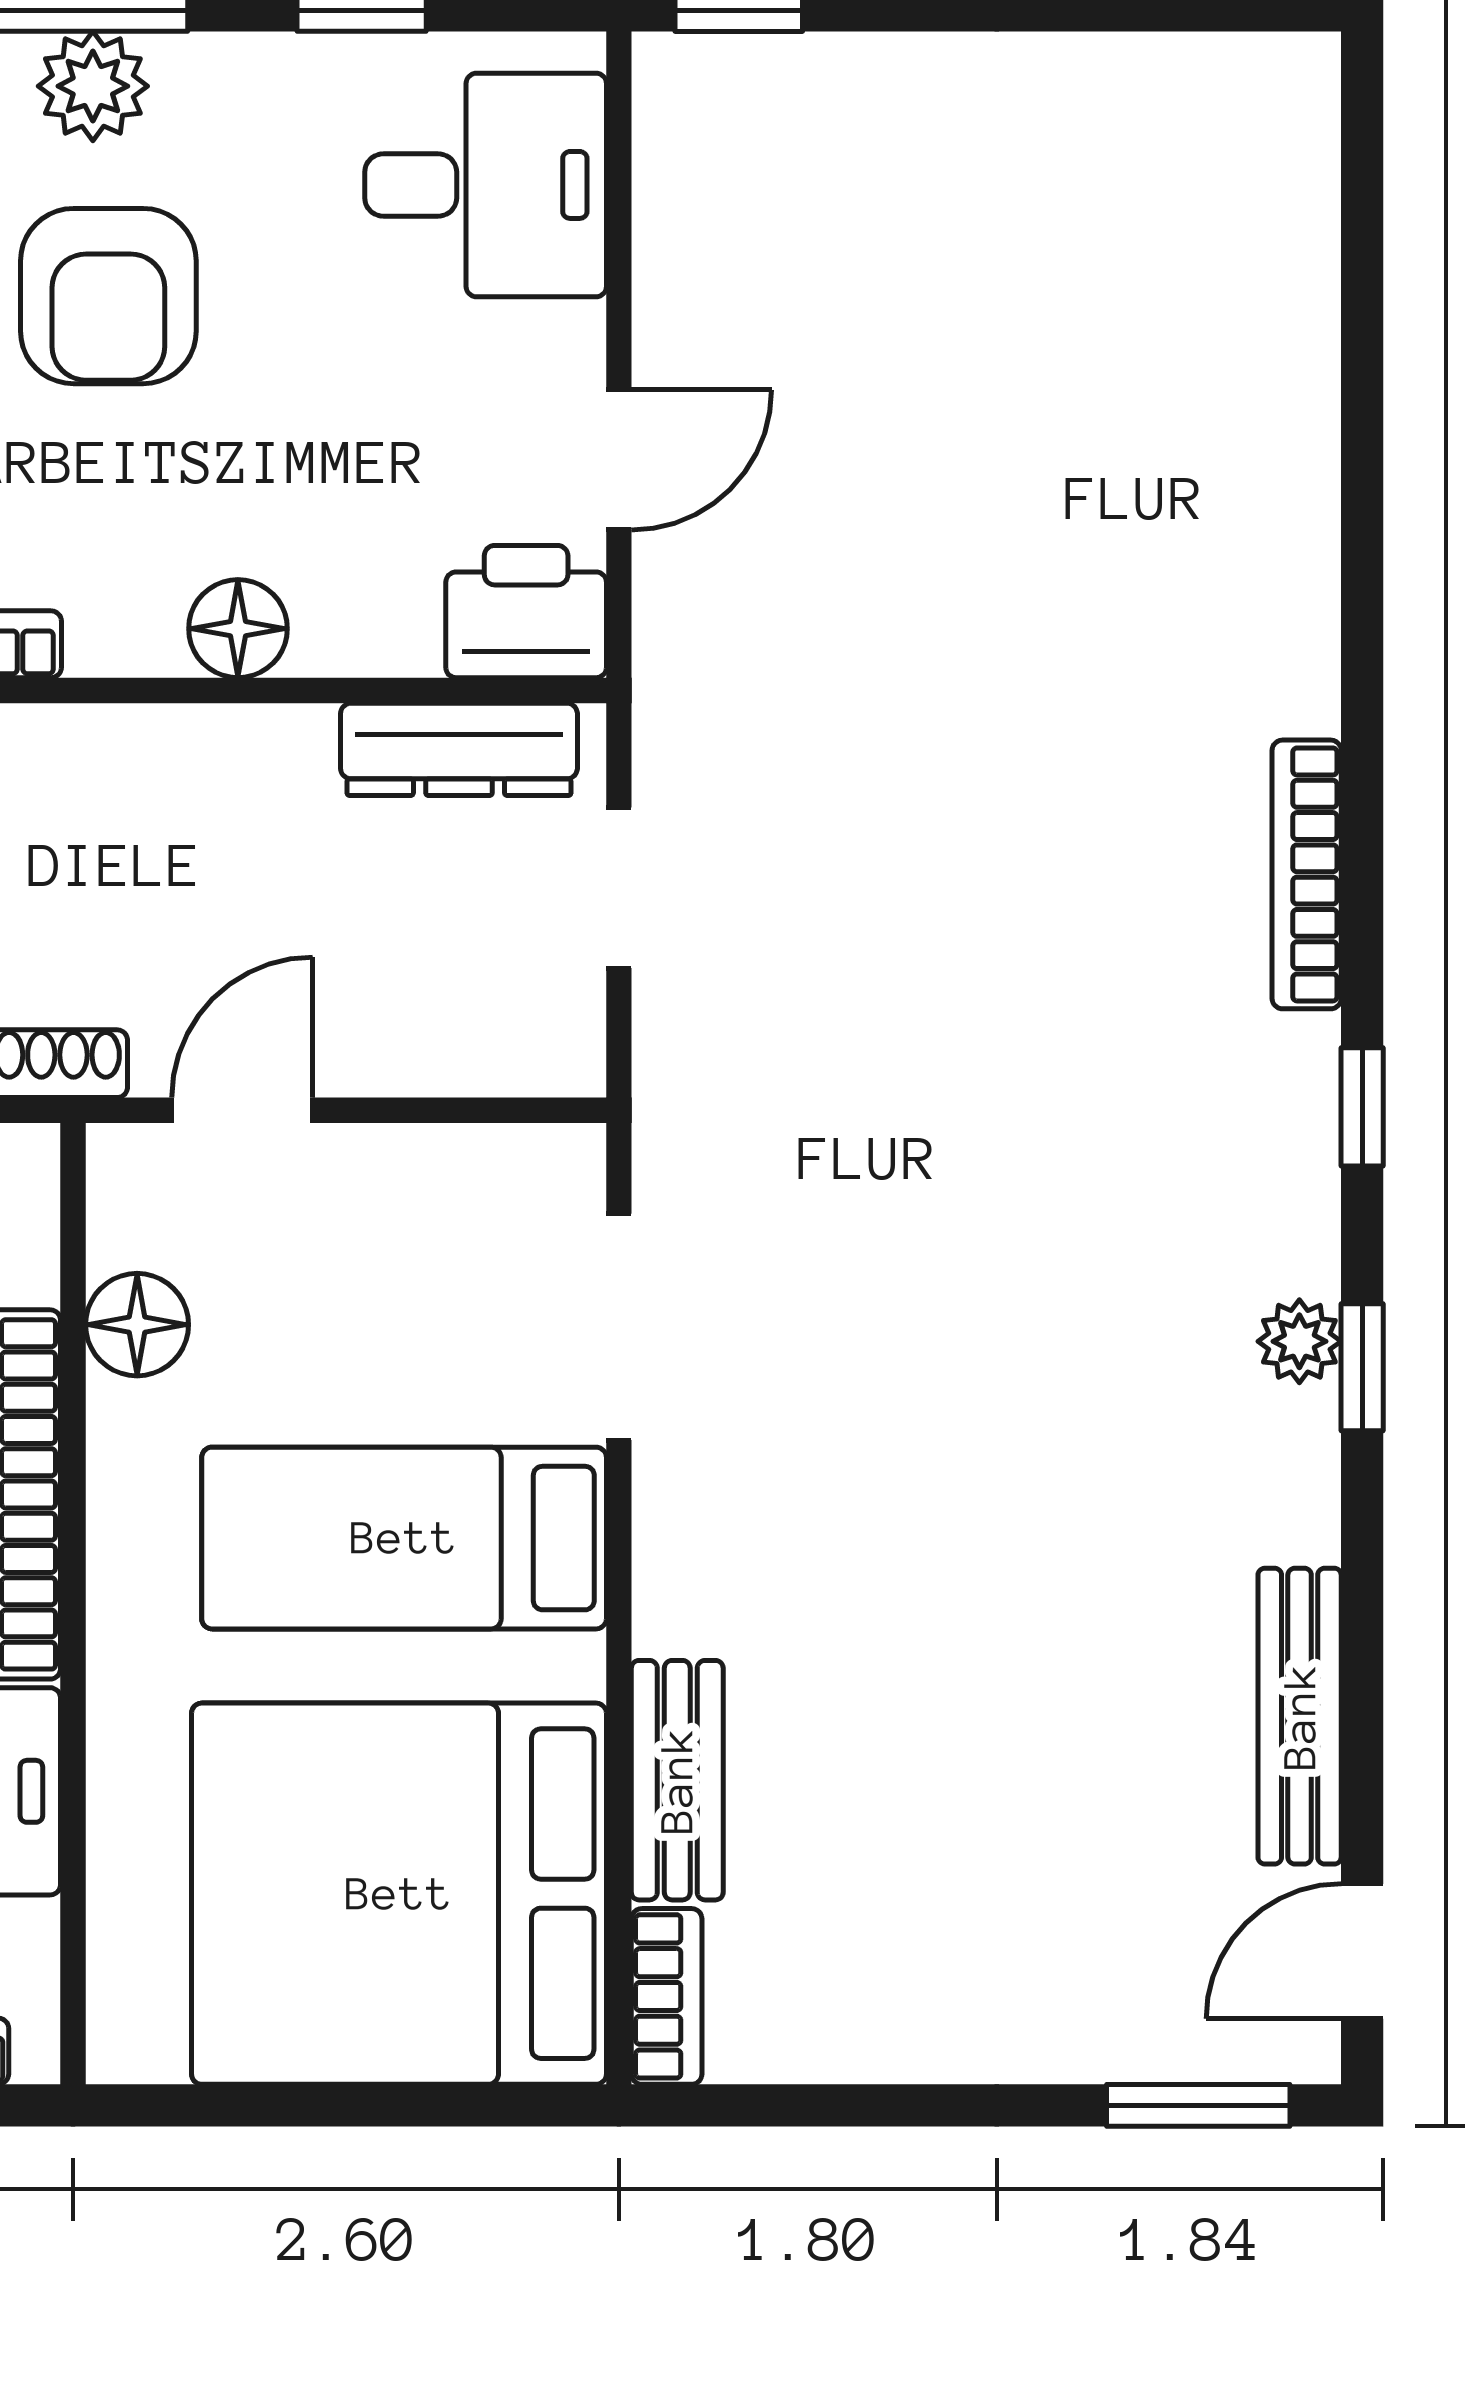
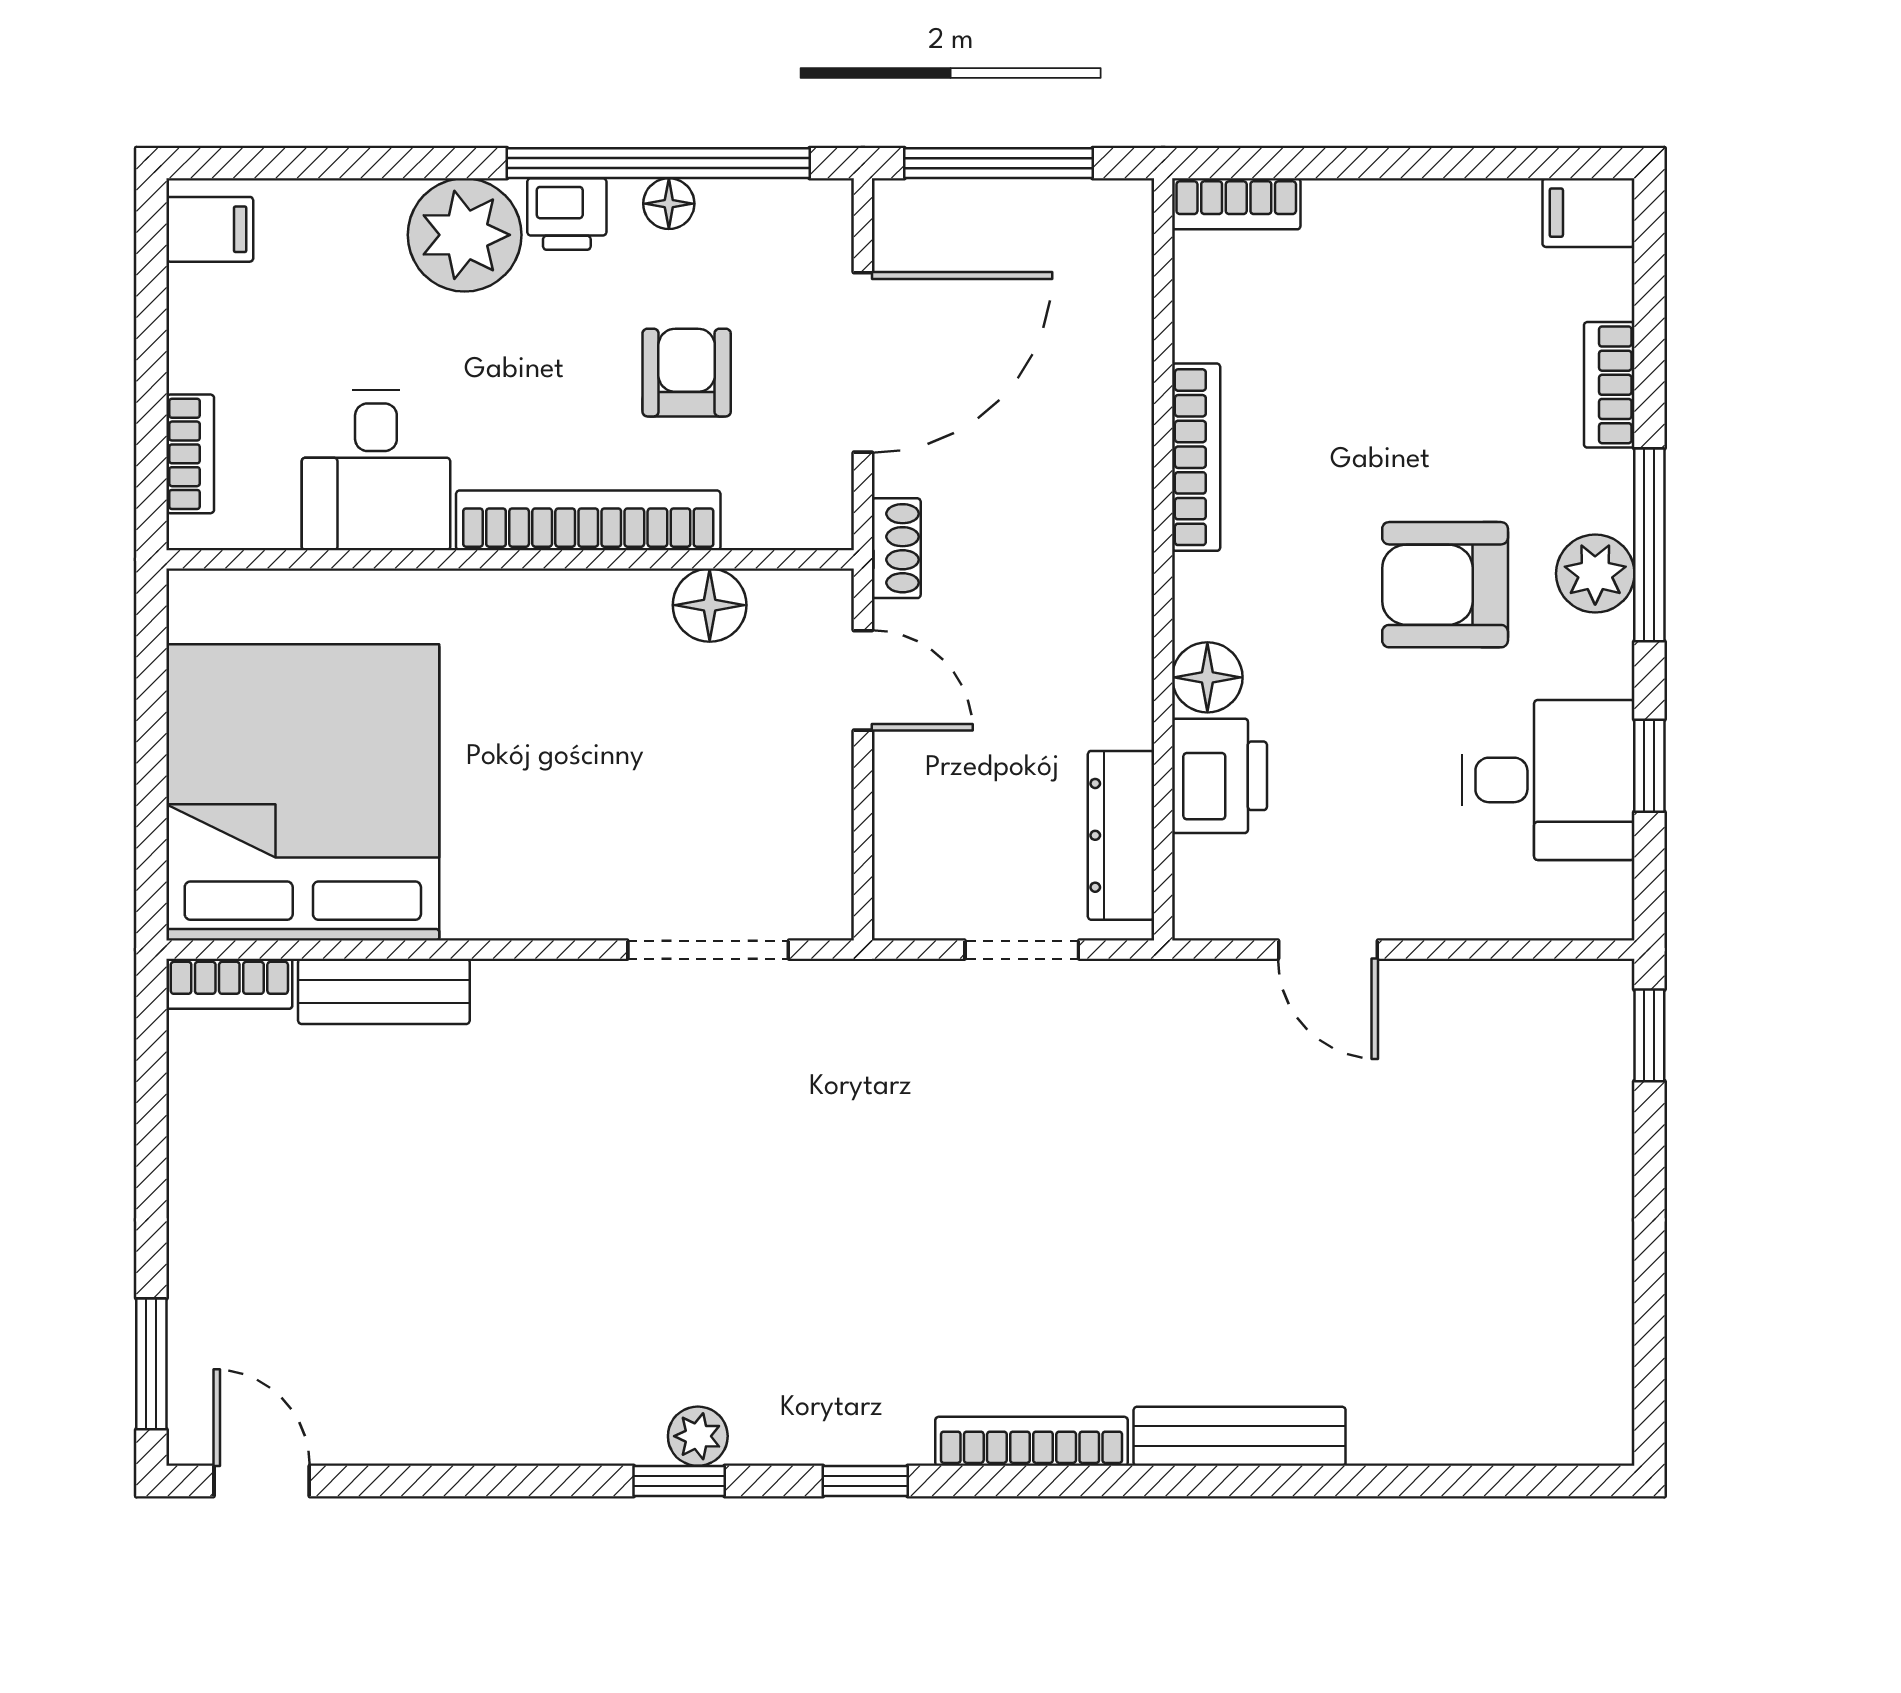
desk: (486, 185) -> (1548, 780), moved, turned -90
printer: (526, 612) -> (1219, 776), moved
bed: (404, 1538) -> (557, 796), removed
bench: (1300, 1716) -> (1240, 1436), moved

